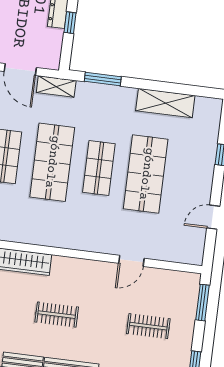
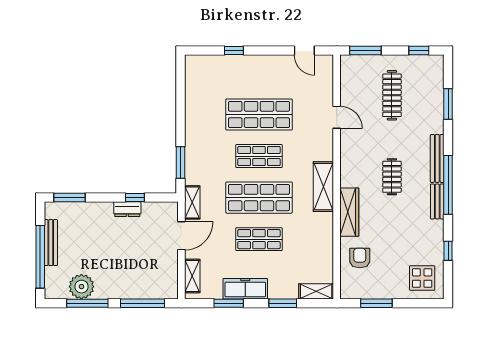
shelving: (165, 103) -> (323, 187), moved
door: (213, 217) -> (304, 50), moved
clothes rail: (148, 326) -> (392, 95), width x1.36

